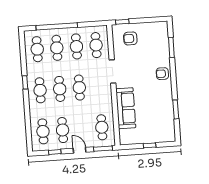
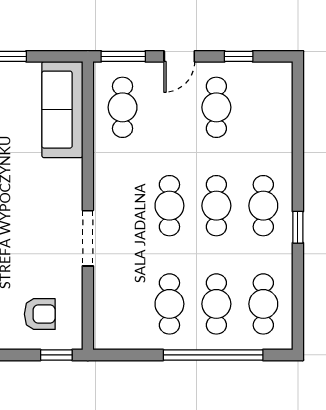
cafe table: (96, 45) -> (123, 304), removed
sofa: (126, 108) -> (62, 110), moved
cafe table: (43, 131) -> (263, 107), removed
door: (80, 150) -> (179, 56), hinge flipped

